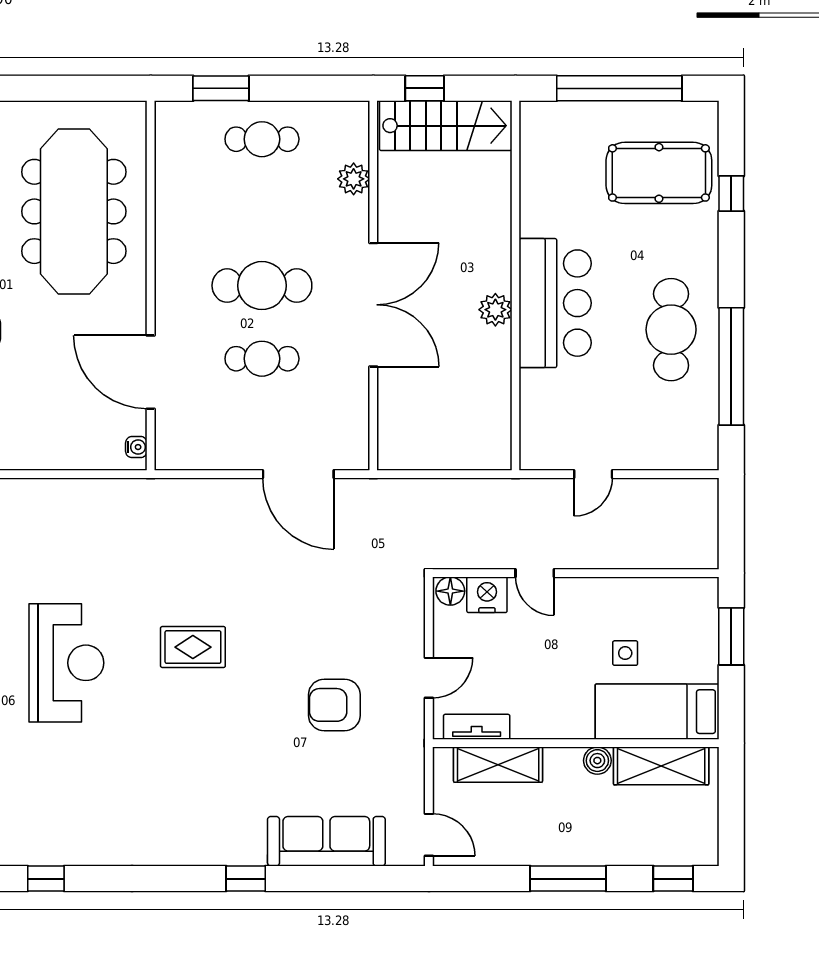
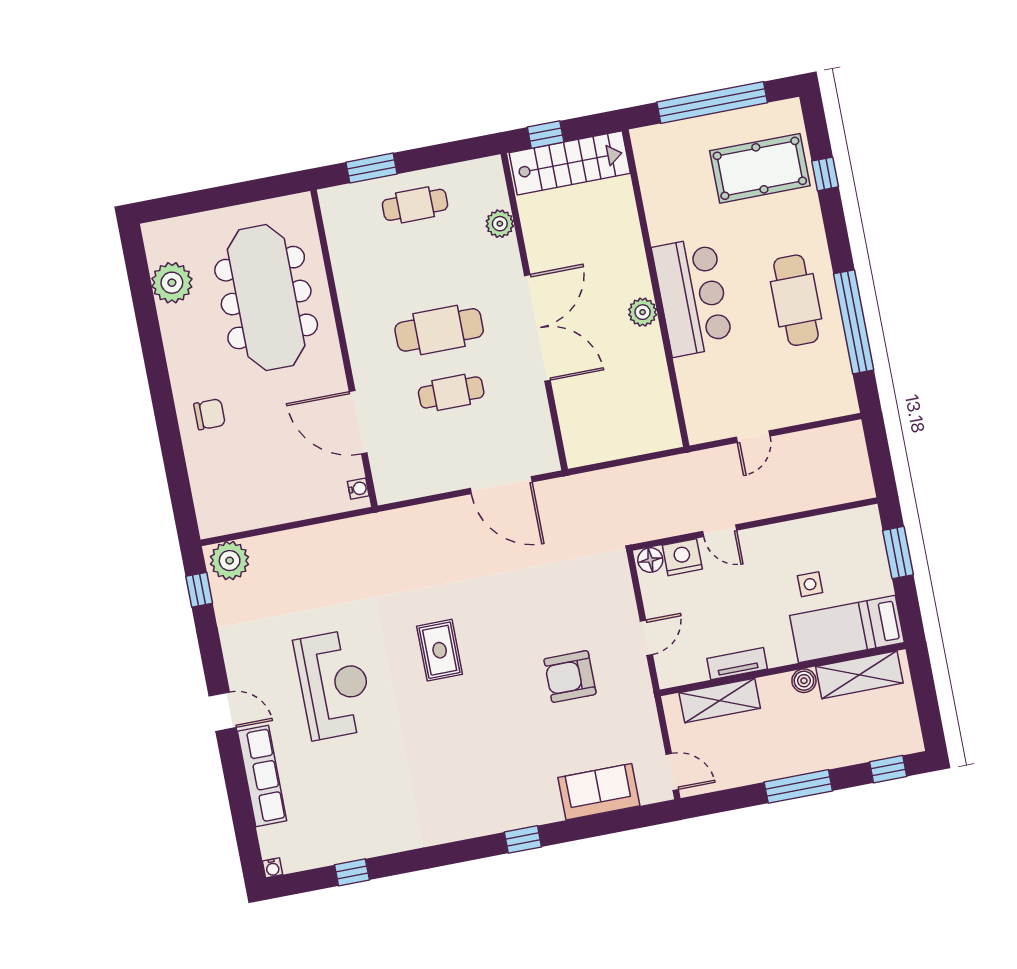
rug: (193, 647) -> (440, 650), turned 90
tv unit: (477, 727) -> (737, 664), moved
sofa: (326, 841) -> (599, 792), width x0.73

